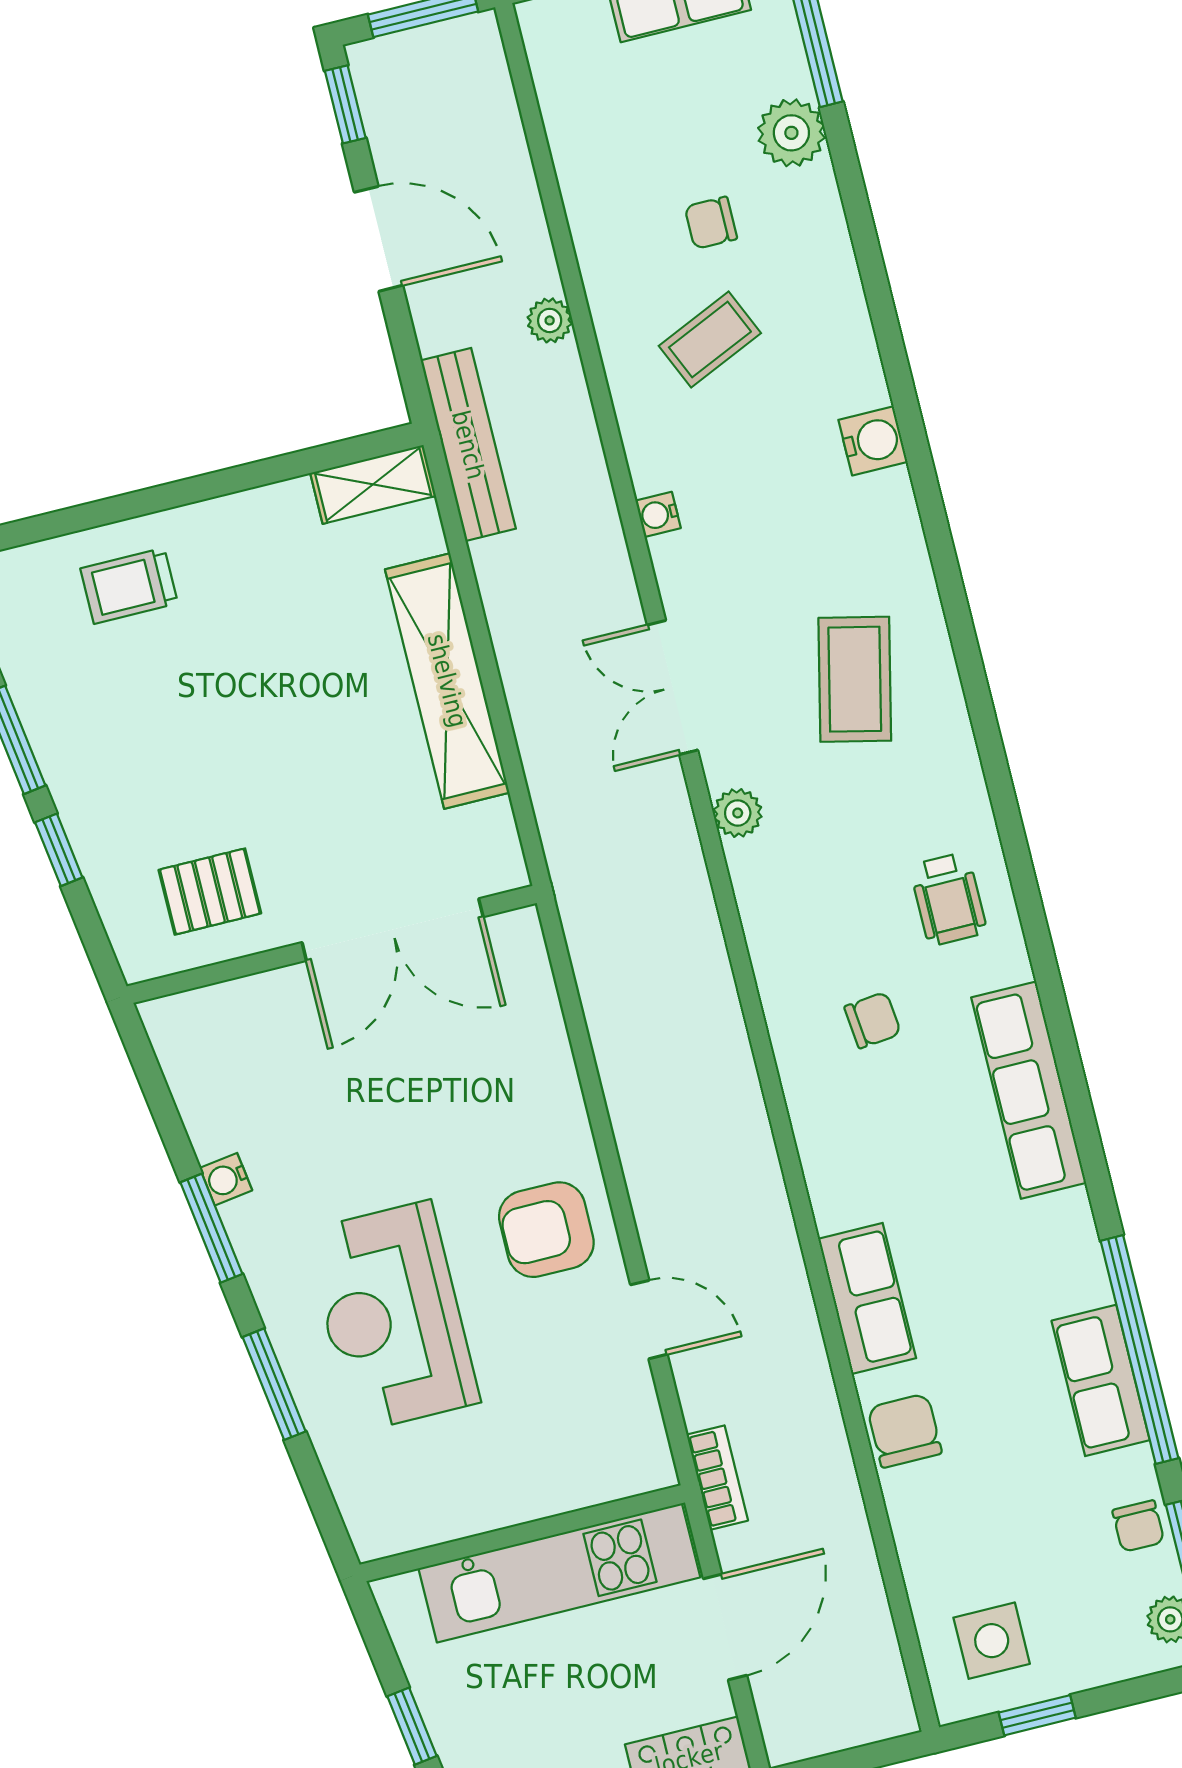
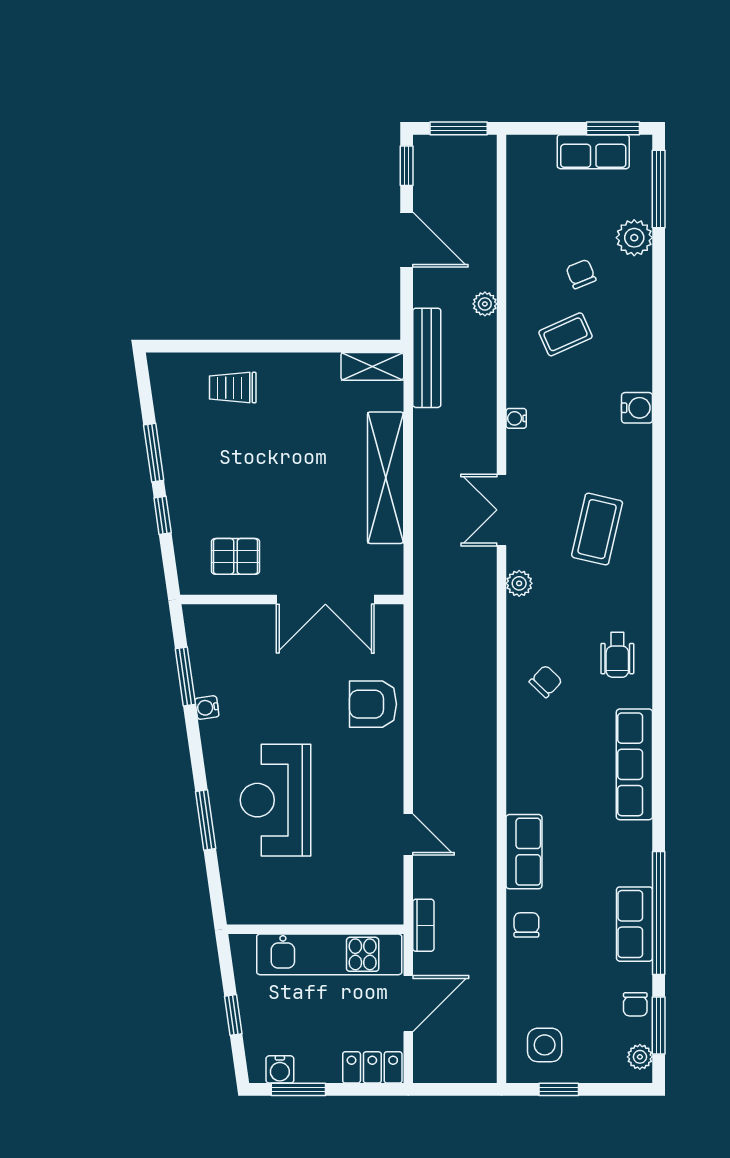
chair: (711, 223) -> (581, 274), turned 68
chair: (873, 1020) -> (546, 681), moved, turned -40
window: (211, 1228) -> (185, 677), moved
armchair: (546, 1230) -> (373, 704), moved
chair: (905, 1431) -> (526, 925), width x0.73, depth x0.73

